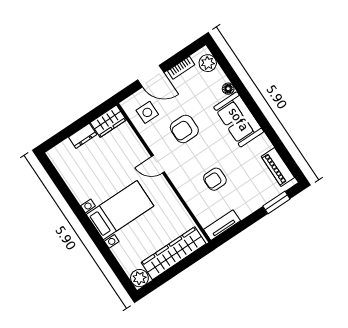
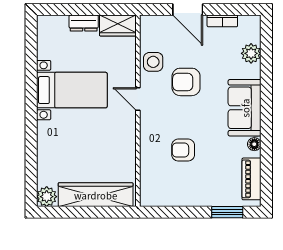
plant: (208, 63) -> (251, 53), moved
floor lamp: (228, 89) -> (254, 144), moved
side table: (147, 112) -> (153, 62), moved
bed with nightstands: (120, 210) -> (72, 90), moved
tv unit: (222, 225) -> (160, 199), removed

